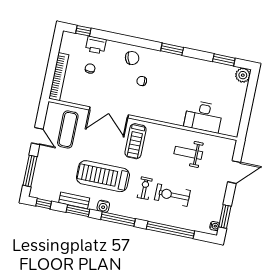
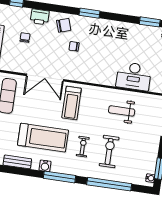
printer: (96, 45) -> (40, 17), moved
window: (172, 49) -> (89, 13), moved
treadmill: (103, 176) -> (43, 138), turned 180
exercise bike: (172, 195) -> (109, 151), turned 90
window: (78, 211) -> (21, 171), removed

